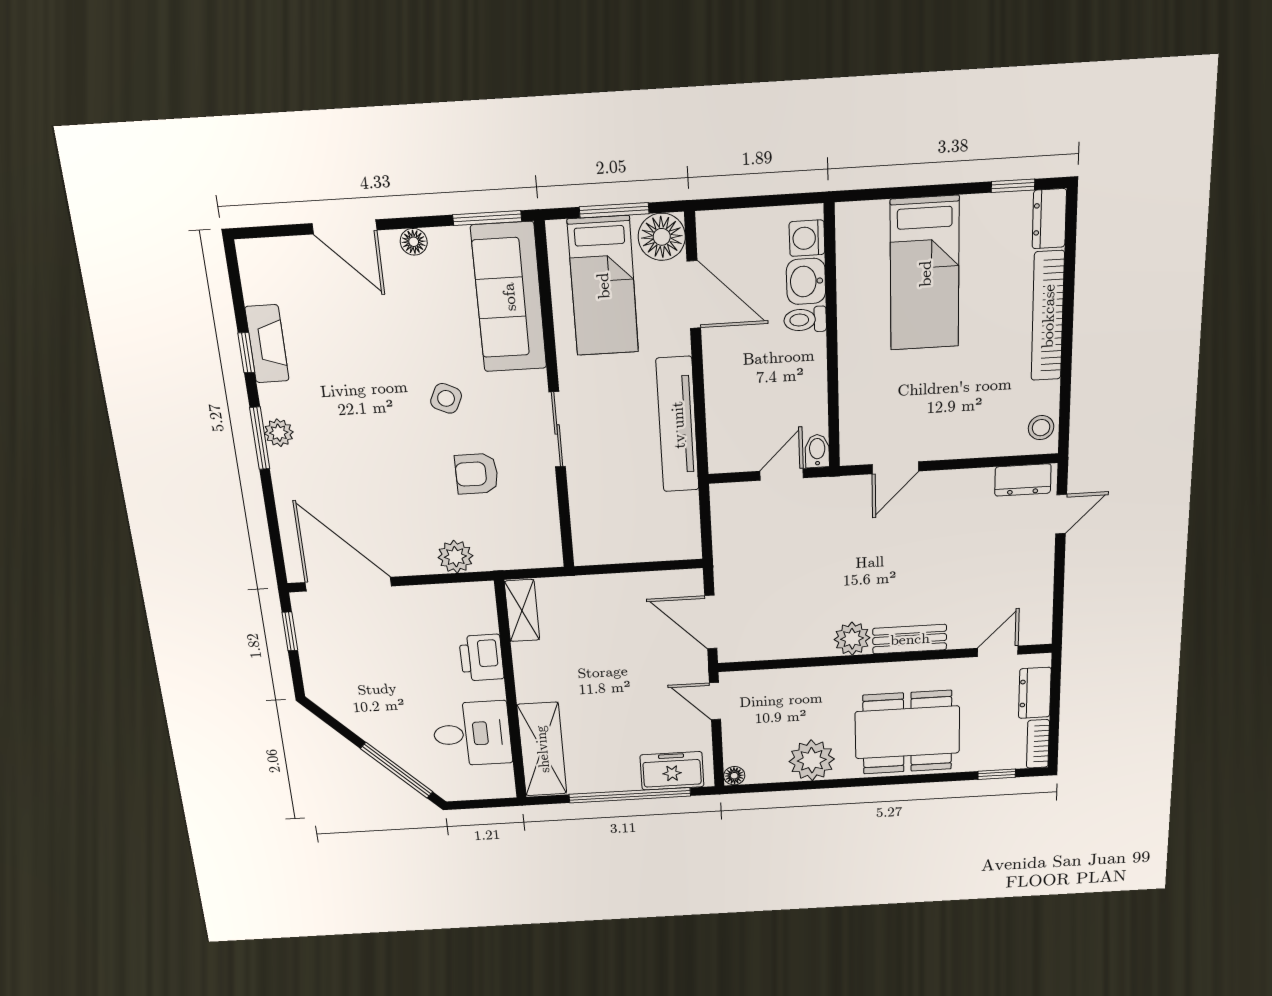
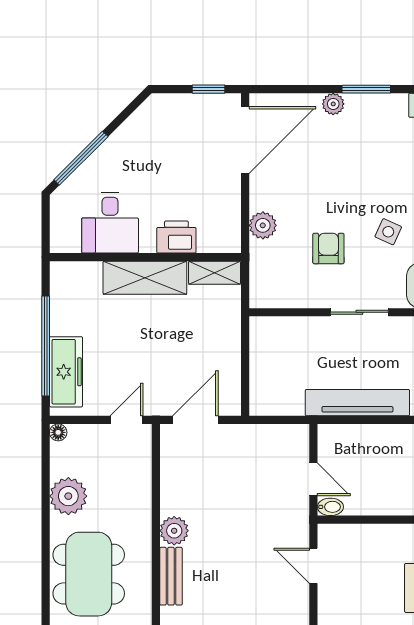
plant: (279, 433) -> (333, 104), moved
shelving: (542, 749) -> (145, 278), moved
freezer: (672, 771) -> (66, 372), width x1.40

